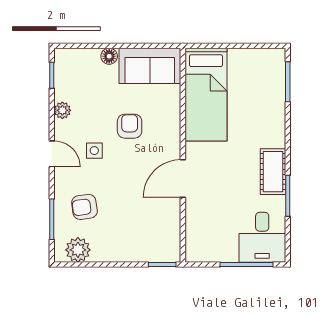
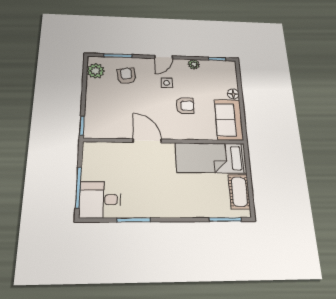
cot: (273, 172) -> (239, 192), moved, turned 90

